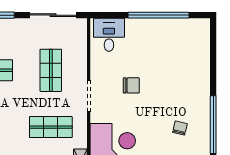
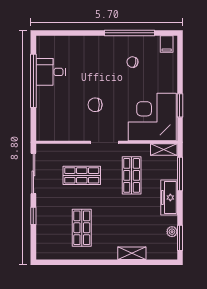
desk: (109, 35) -> (51, 72), moved
chair: (131, 85) -> (95, 105), turned -90

